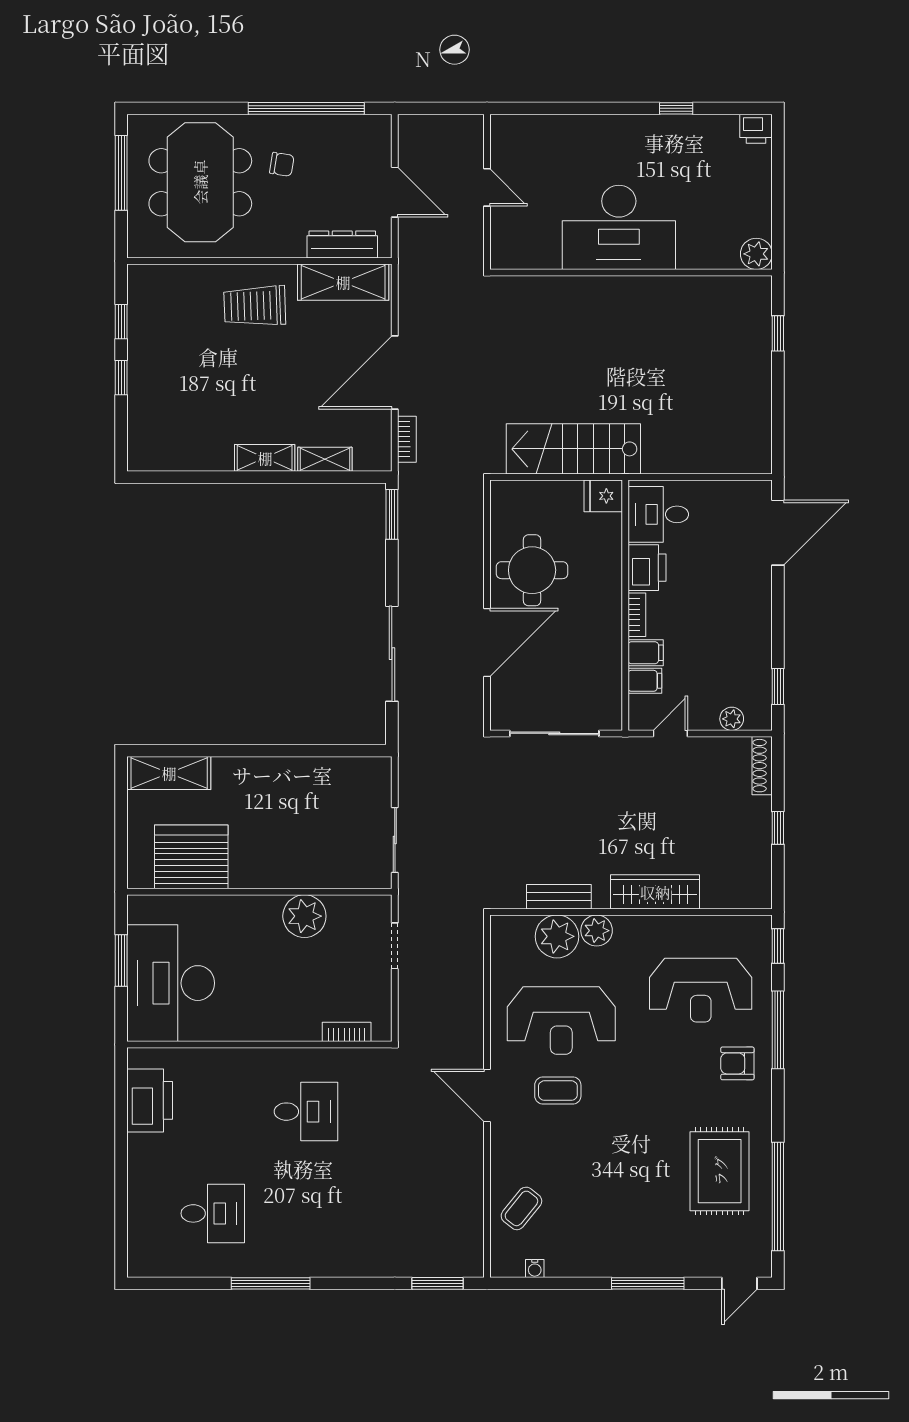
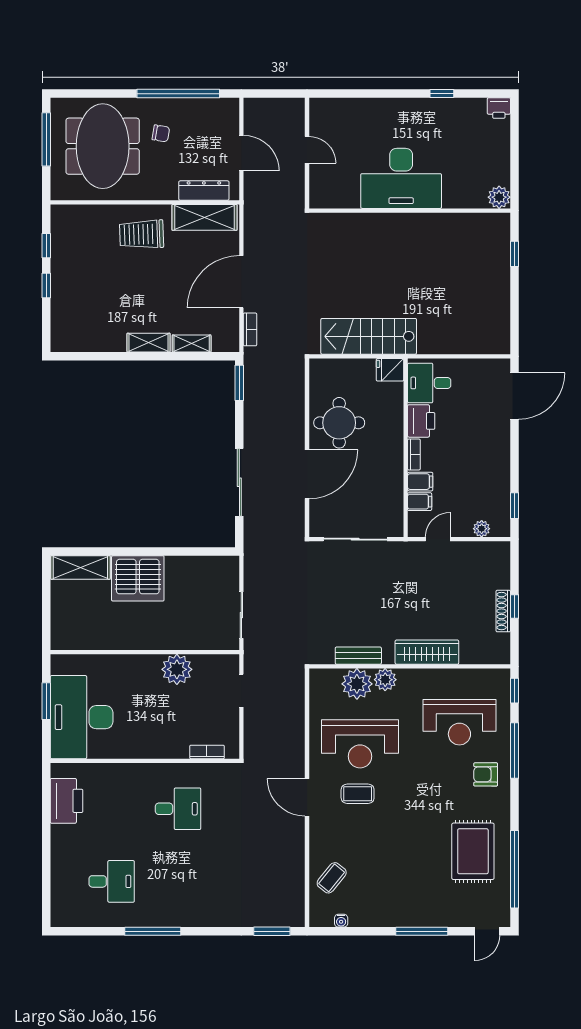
shoe rack: (762, 766) -> (503, 611), moved
server rack: (191, 857) -> (138, 578), moved, turned 180

